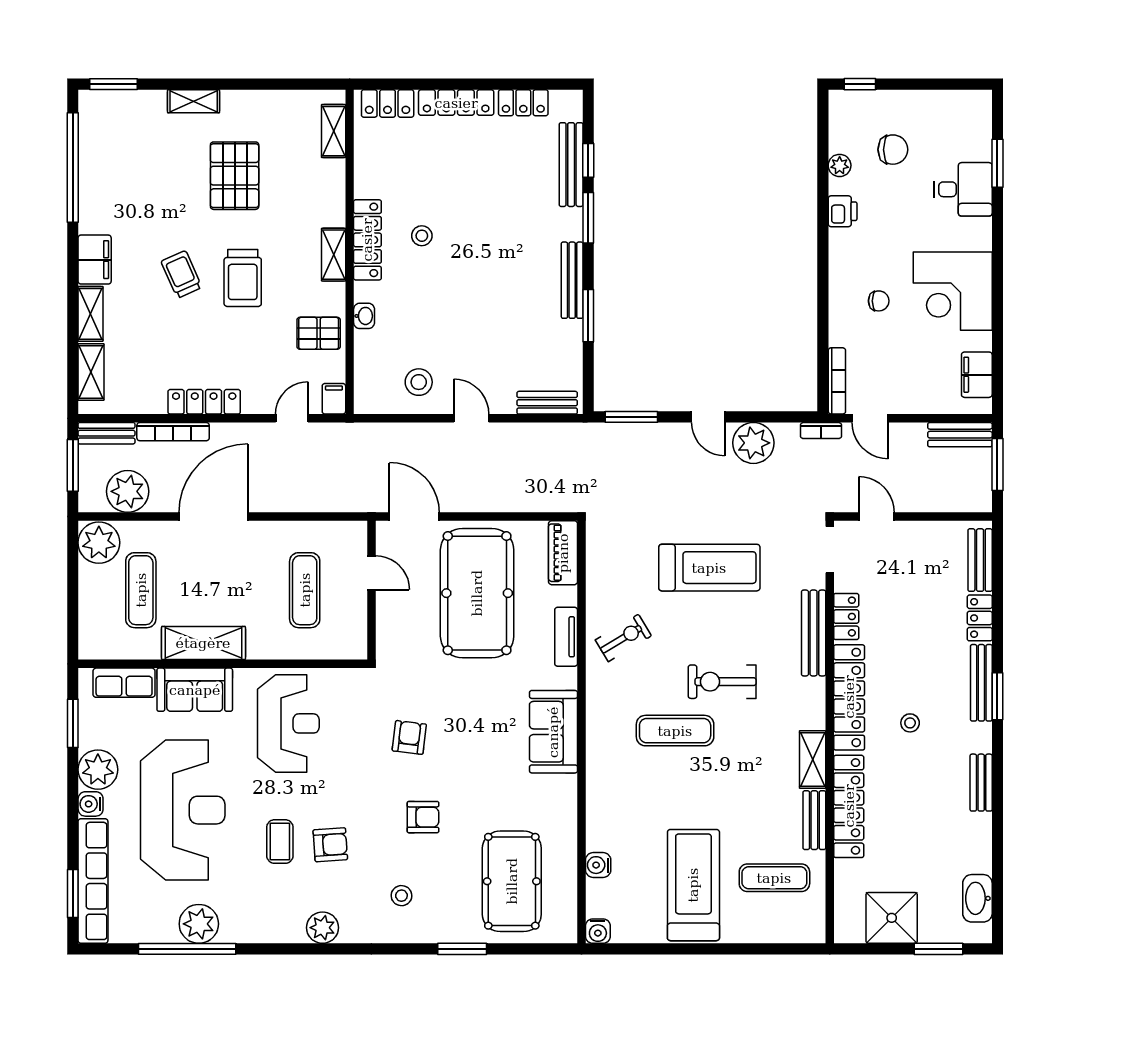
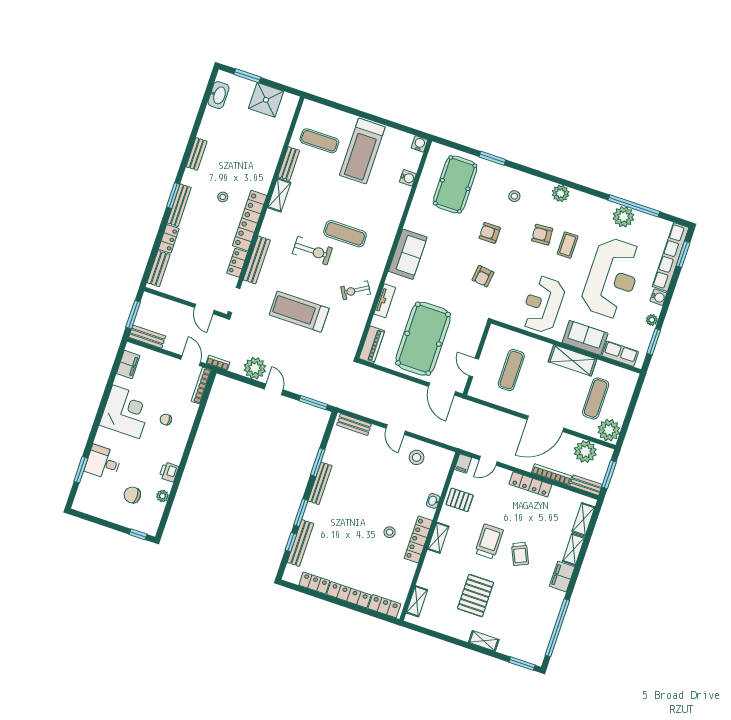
plant: (98, 770) -> (652, 320), width x0.53, depth x0.53
locker: (849, 806) -> (269, 165), removed
reception desk: (183, 810) -> (612, 278), turned 180

